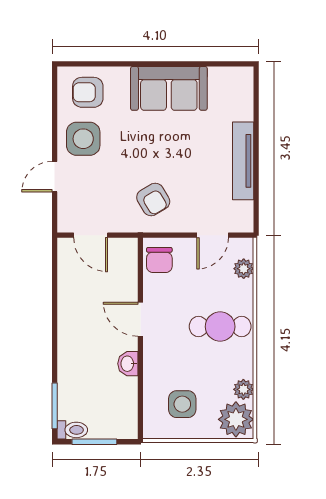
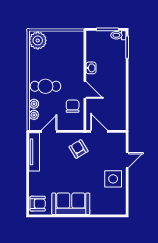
armchair: (88, 92) -> (38, 204), moved
tv unit: (243, 161) -> (34, 152), moved
door: (91, 235) -> (99, 131), moved
chair: (159, 260) -> (73, 106), moved
plant: (243, 389) -> (34, 104), moved
side table: (182, 404) -> (64, 48), removed

